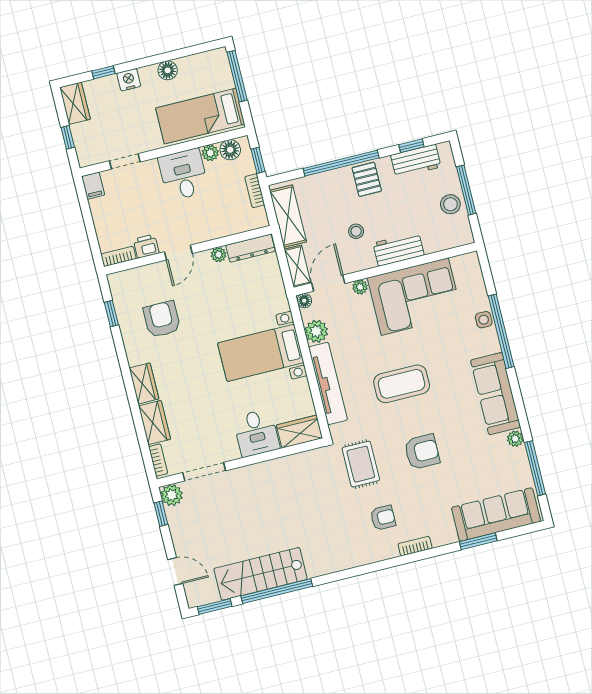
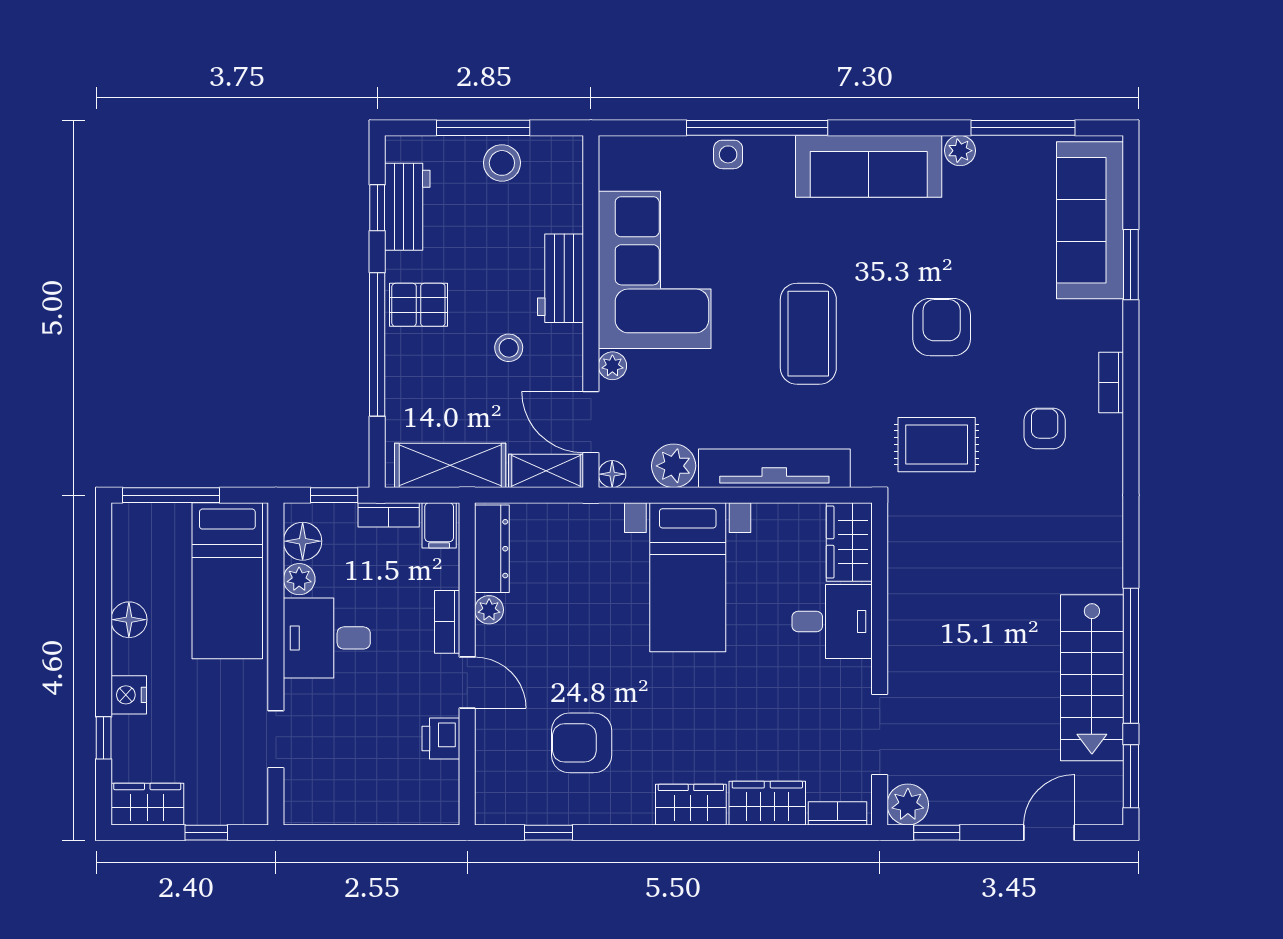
filing cabinet: (93, 186) -> (439, 525), moved, turned 90
bookcase: (119, 256) -> (447, 622), moved

